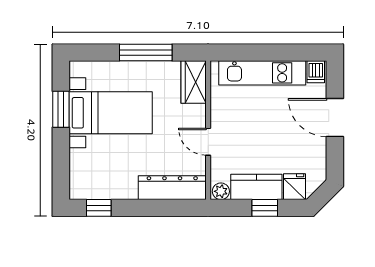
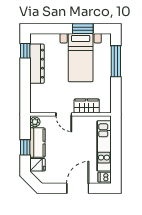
window: (146, 52) -> (116, 61), moved
wardrobe: (194, 82) -> (87, 106), moved
door: (208, 142) -> (64, 114), swing flipped
dresser: (172, 188) -> (37, 64), moved

